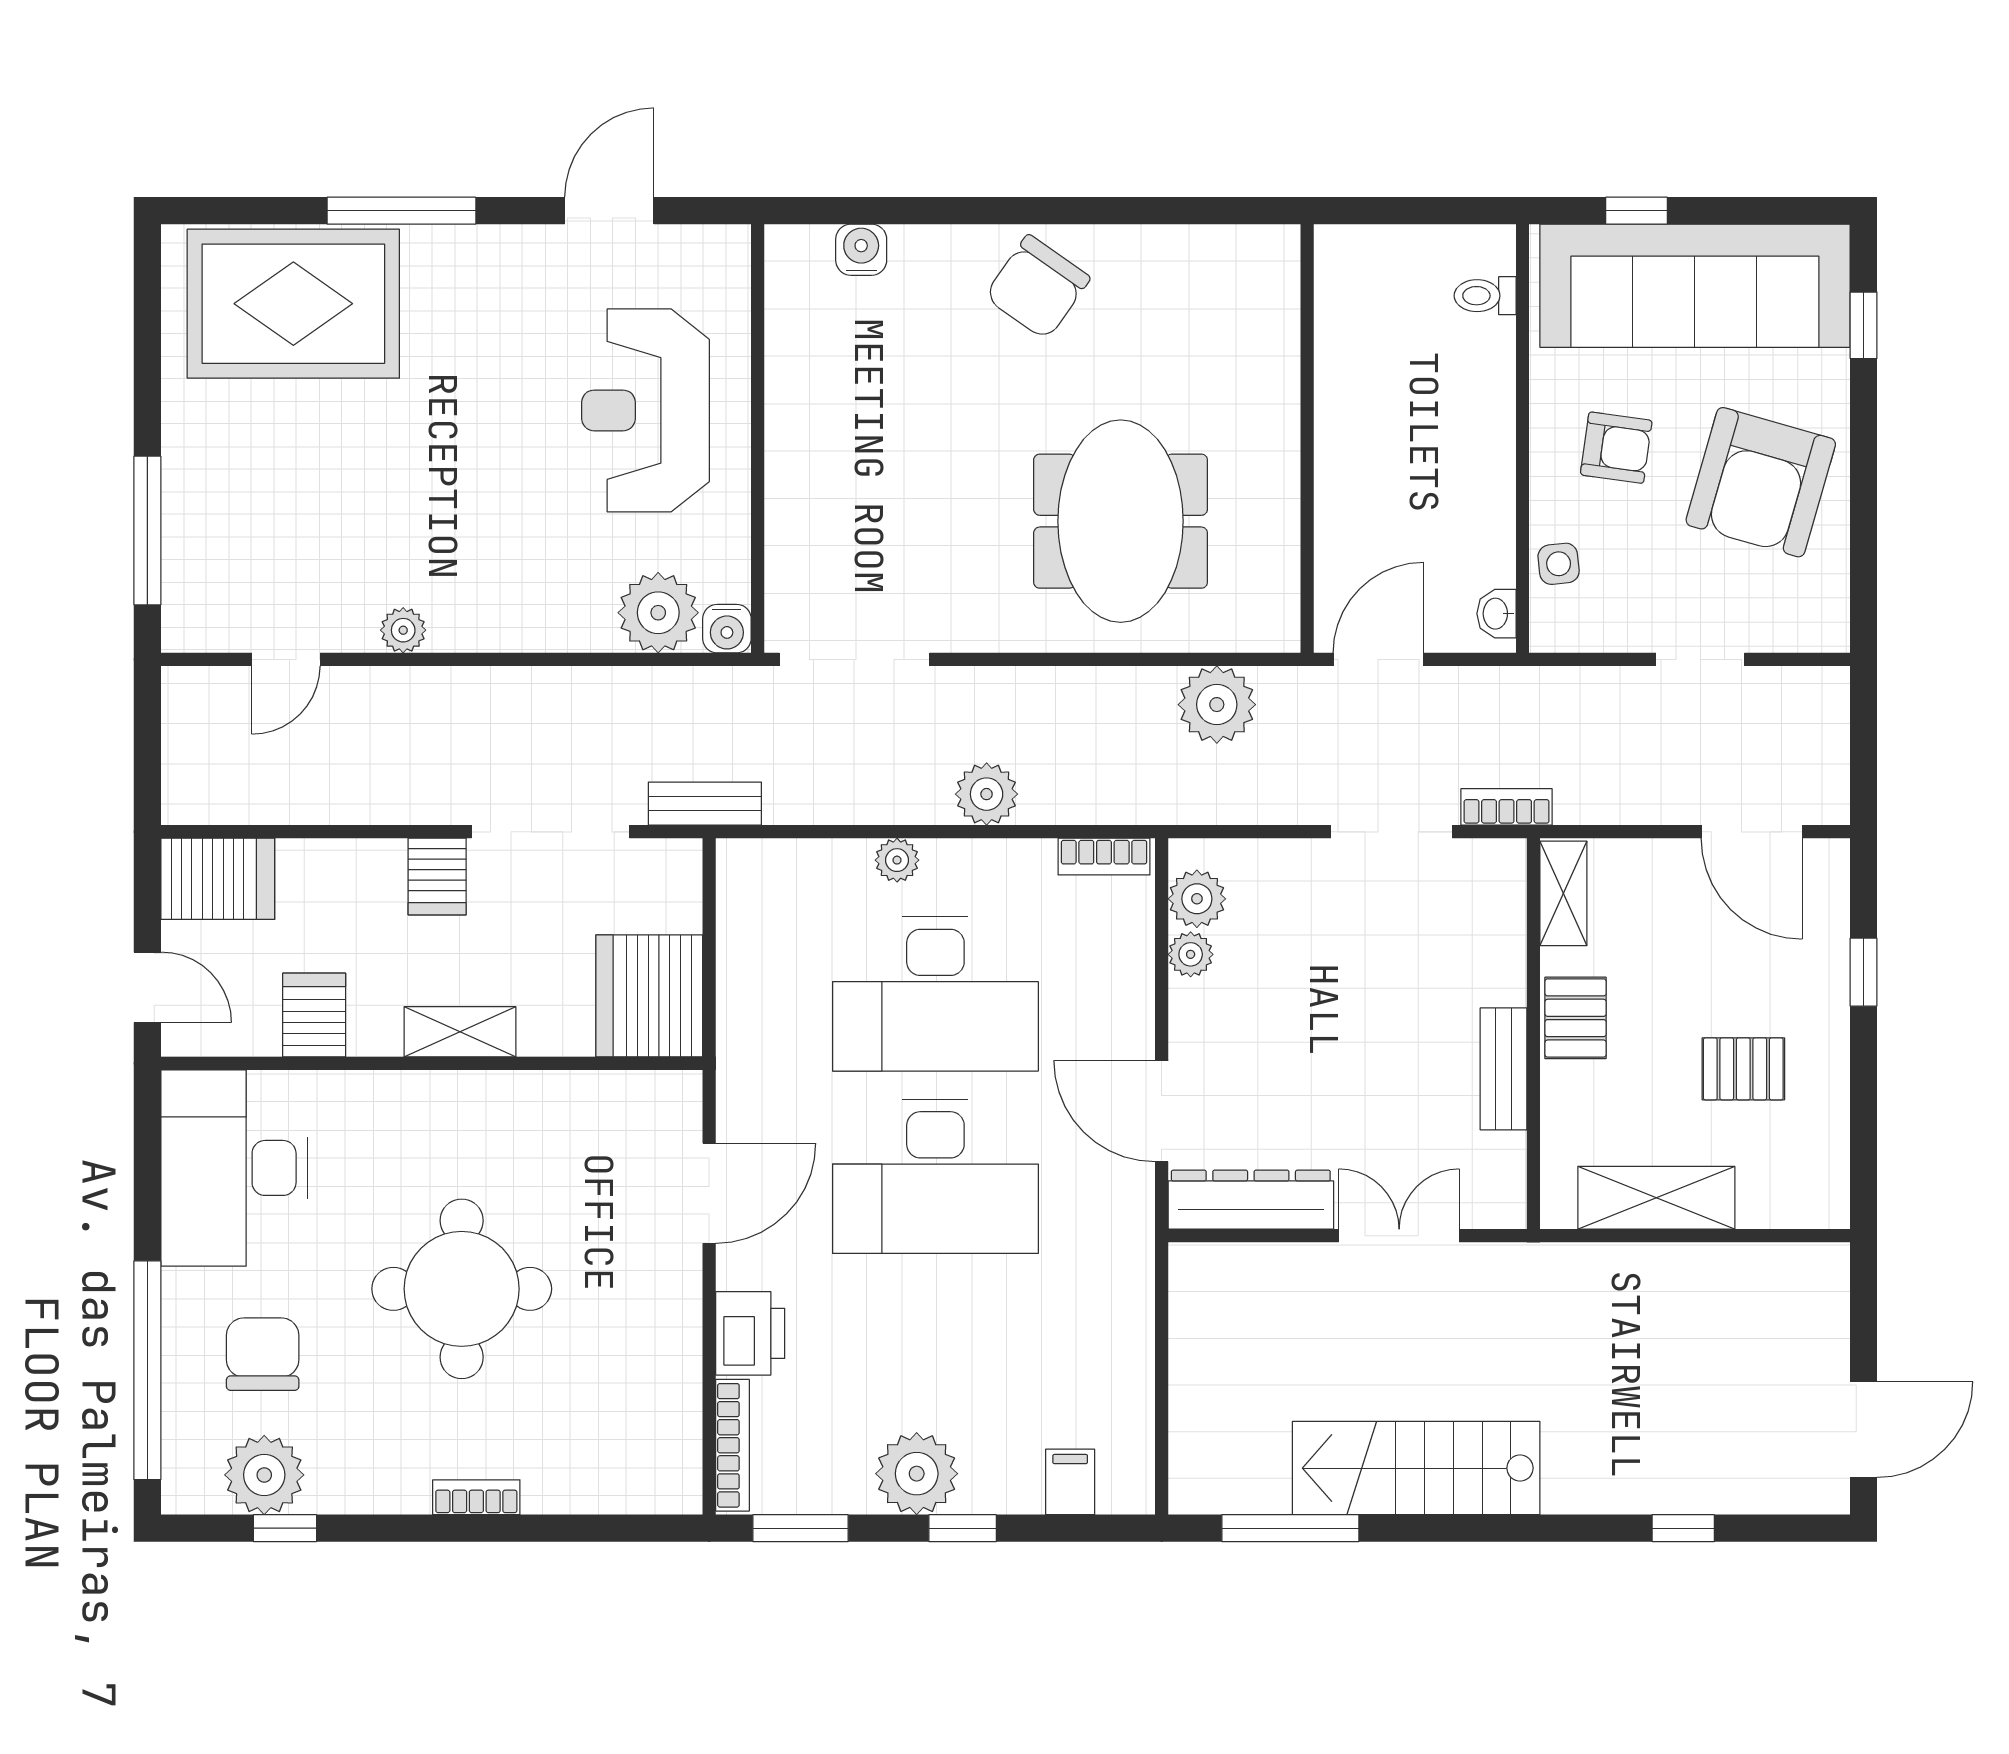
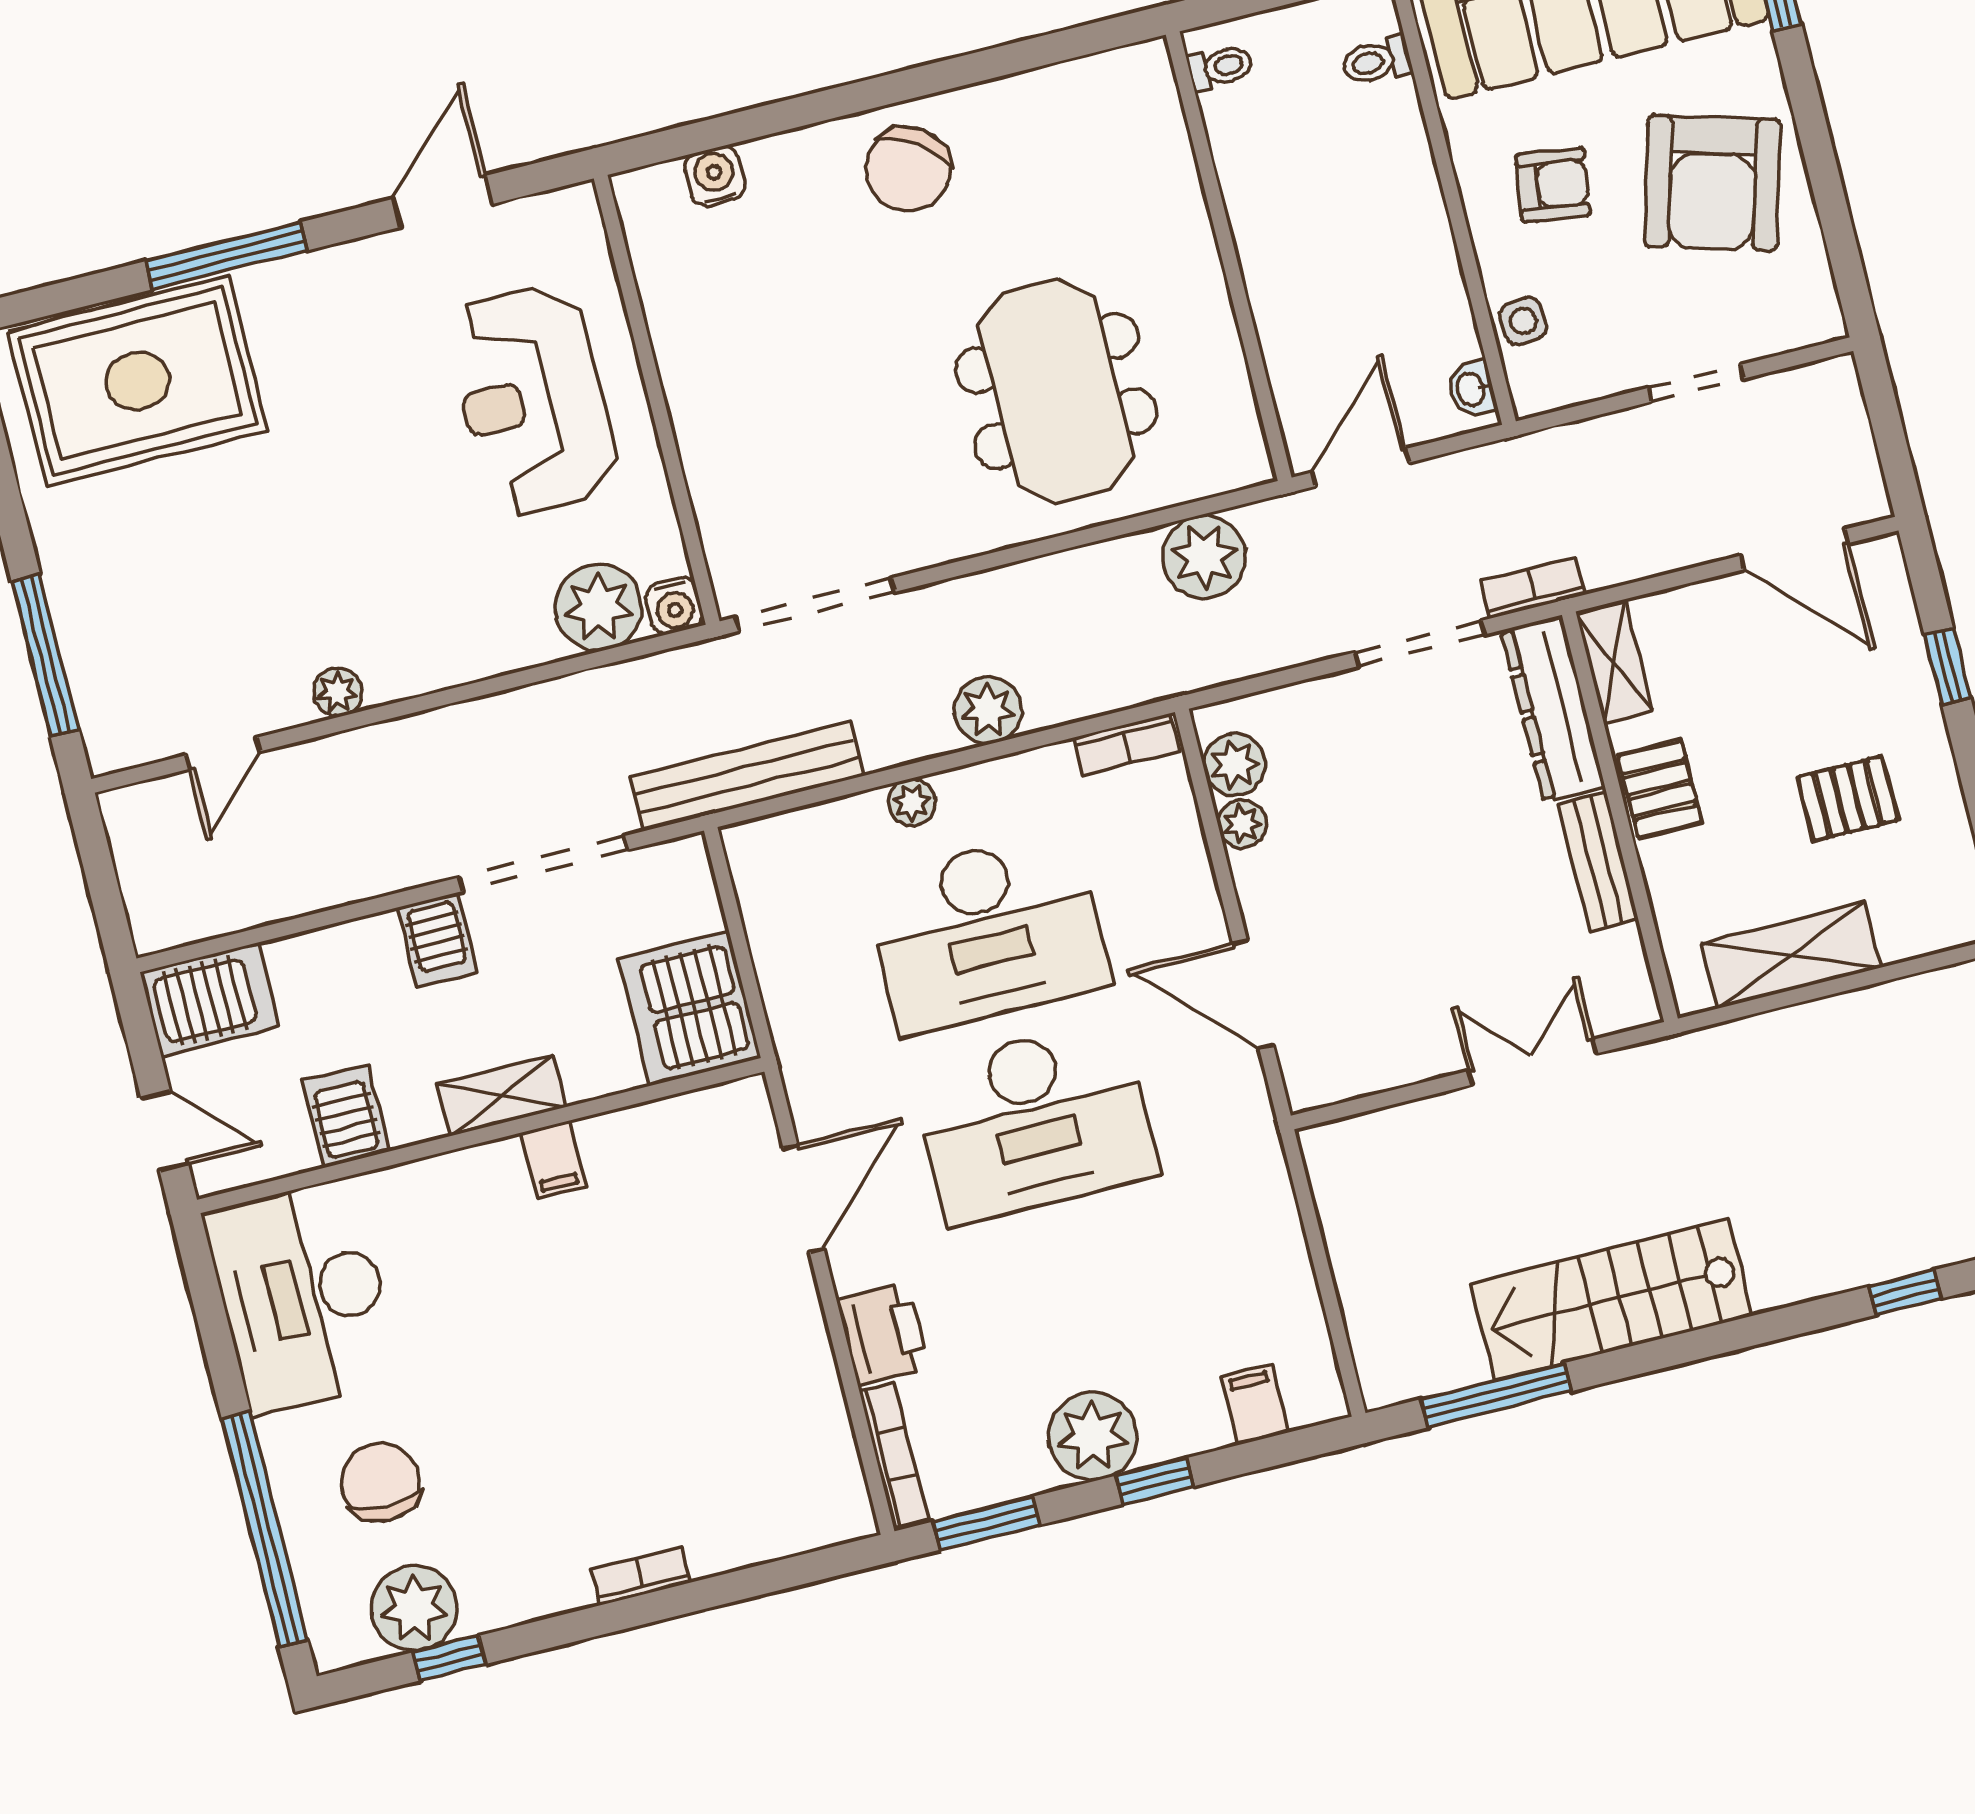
toilet: (1342, 266) -> (1220, 67), added
bench: (705, 804) -> (747, 776), width x1.86, depth x1.21
filing cabinet: (492, 1101) -> (553, 1159), added
dresser: (1251, 1200) -> (1553, 709), moved, turned -90
round table: (462, 1289) -> (571, 1363), removed

